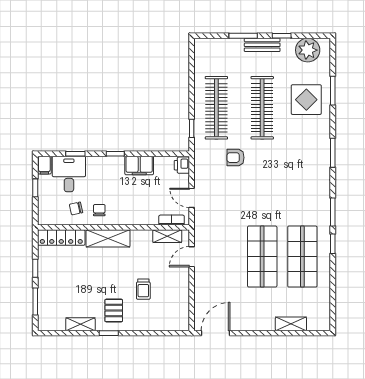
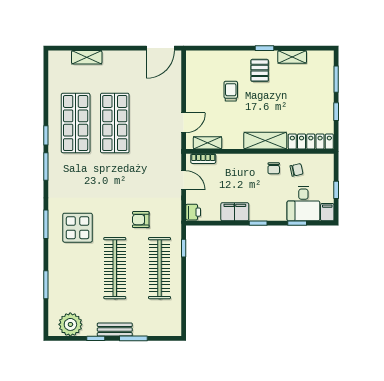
display table: (306, 100) -> (78, 228), moved
armchair: (236, 158) -> (141, 220), turned 180

